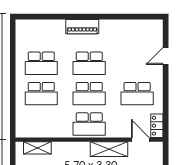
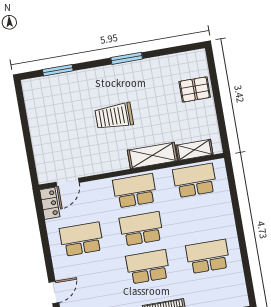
school desk: (41, 94) -> (195, 180), moved
door: (140, 140) -> (68, 182), hinge flipped
shelving: (109, 149) -> (152, 155), moved

